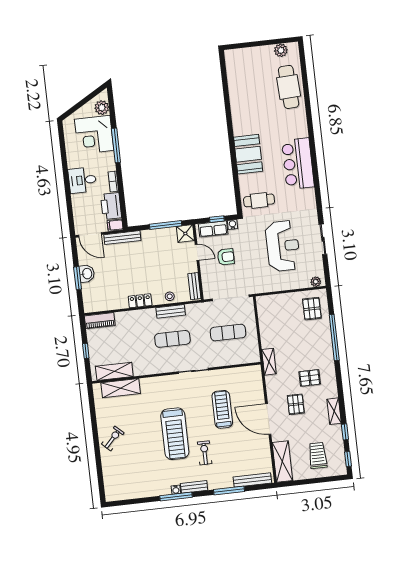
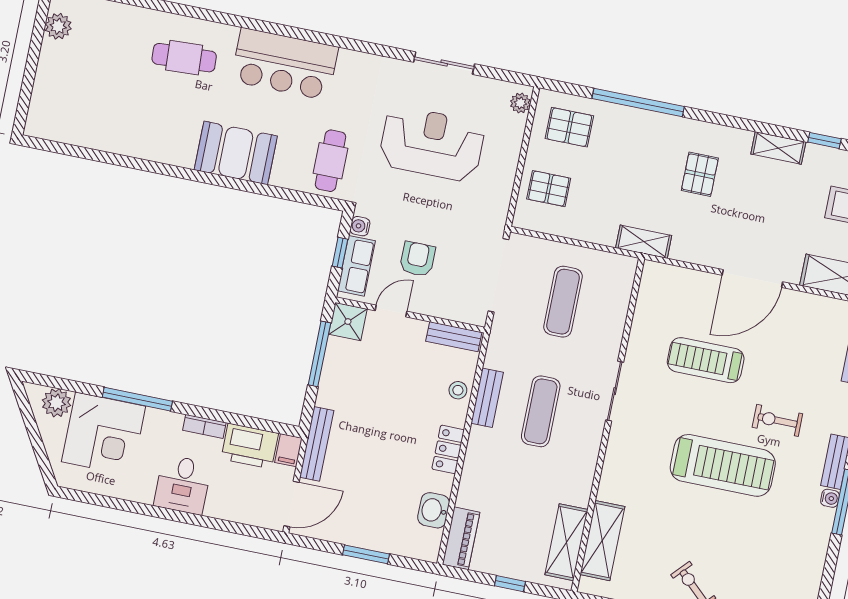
cafe table: (289, 87) -> (184, 58), moved, width x0.73, depth x0.74
washbasin: (87, 274) -> (434, 510), moved, turned -90
pallet: (296, 404) -> (549, 189), moved

